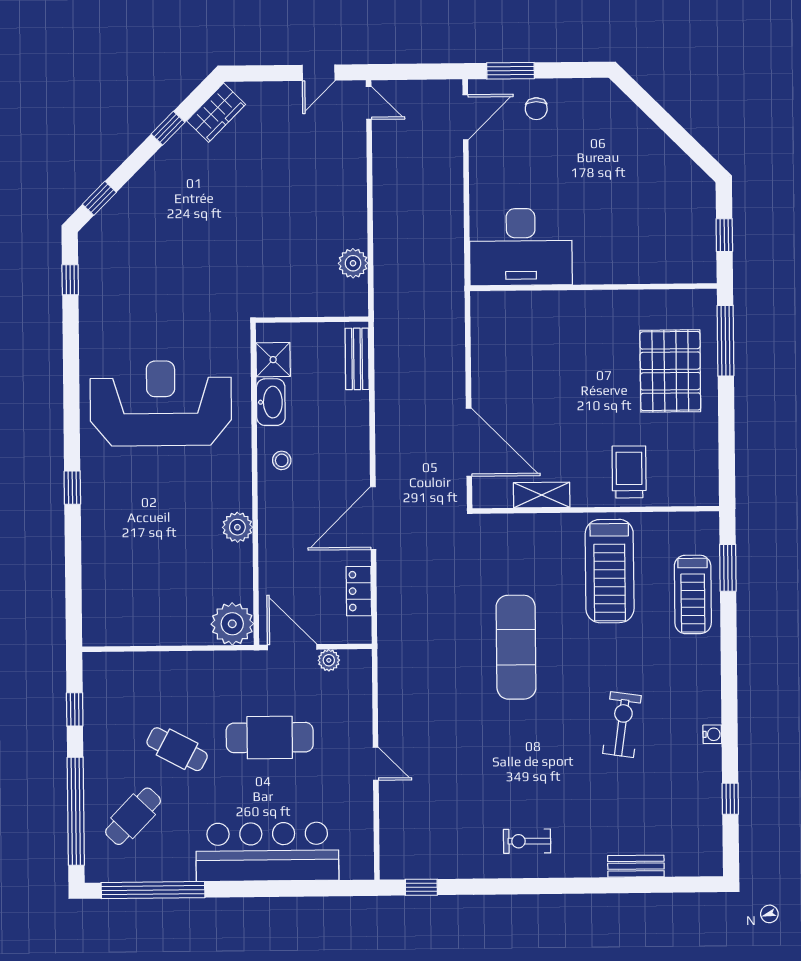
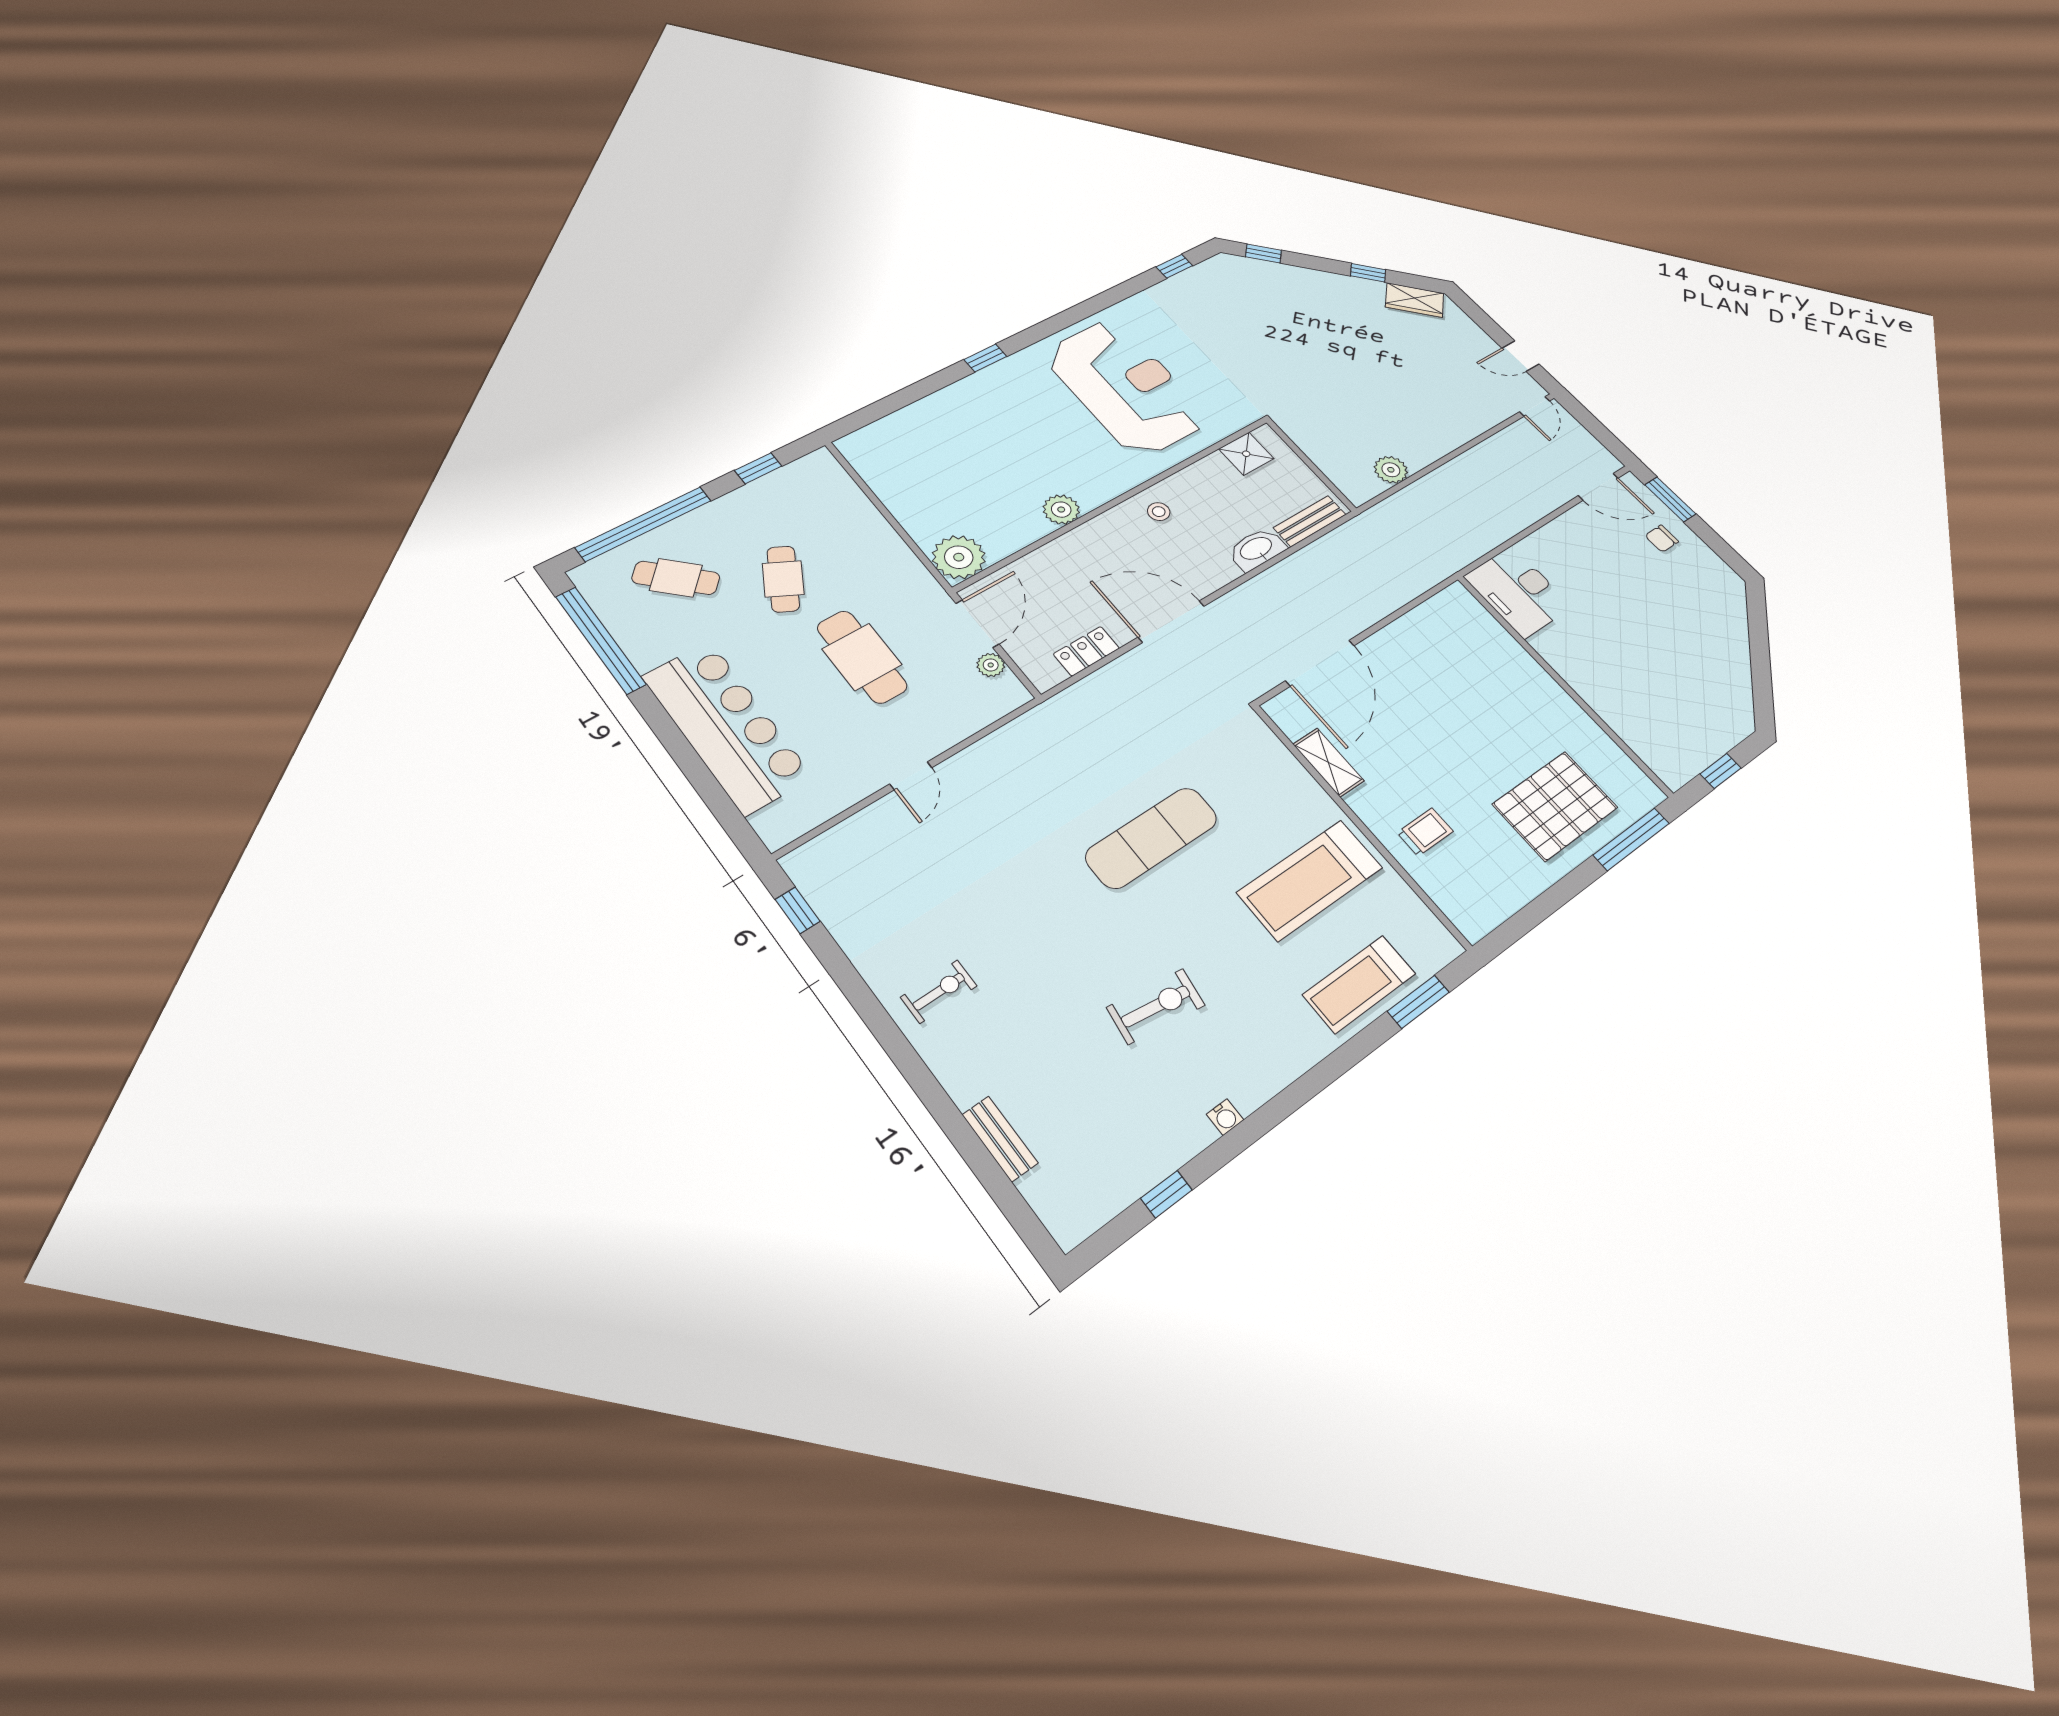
desk: (521, 247) -> (1518, 592), width x0.73, depth x0.77
washbasin: (271, 402) -> (1257, 549), moved, turned 180
trolley: (629, 472) -> (1425, 832), width x0.73, depth x0.72
exercise bike: (527, 841) -> (939, 992), turned 90

